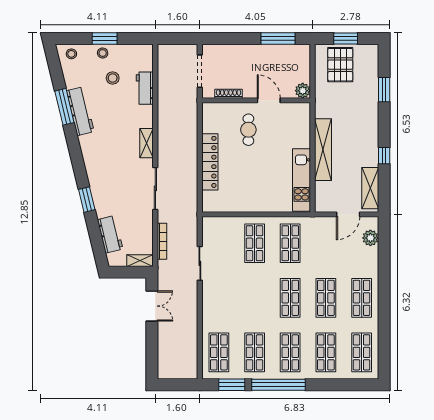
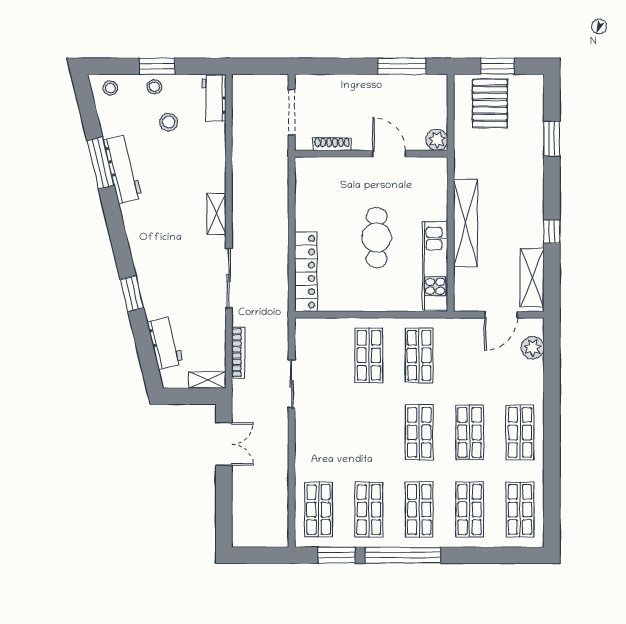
workbench: (145, 88) -> (214, 98), moved
cafe table: (248, 130) -> (377, 238), moved, width x1.37, depth x1.35
locker: (210, 162) -> (306, 272), moved

